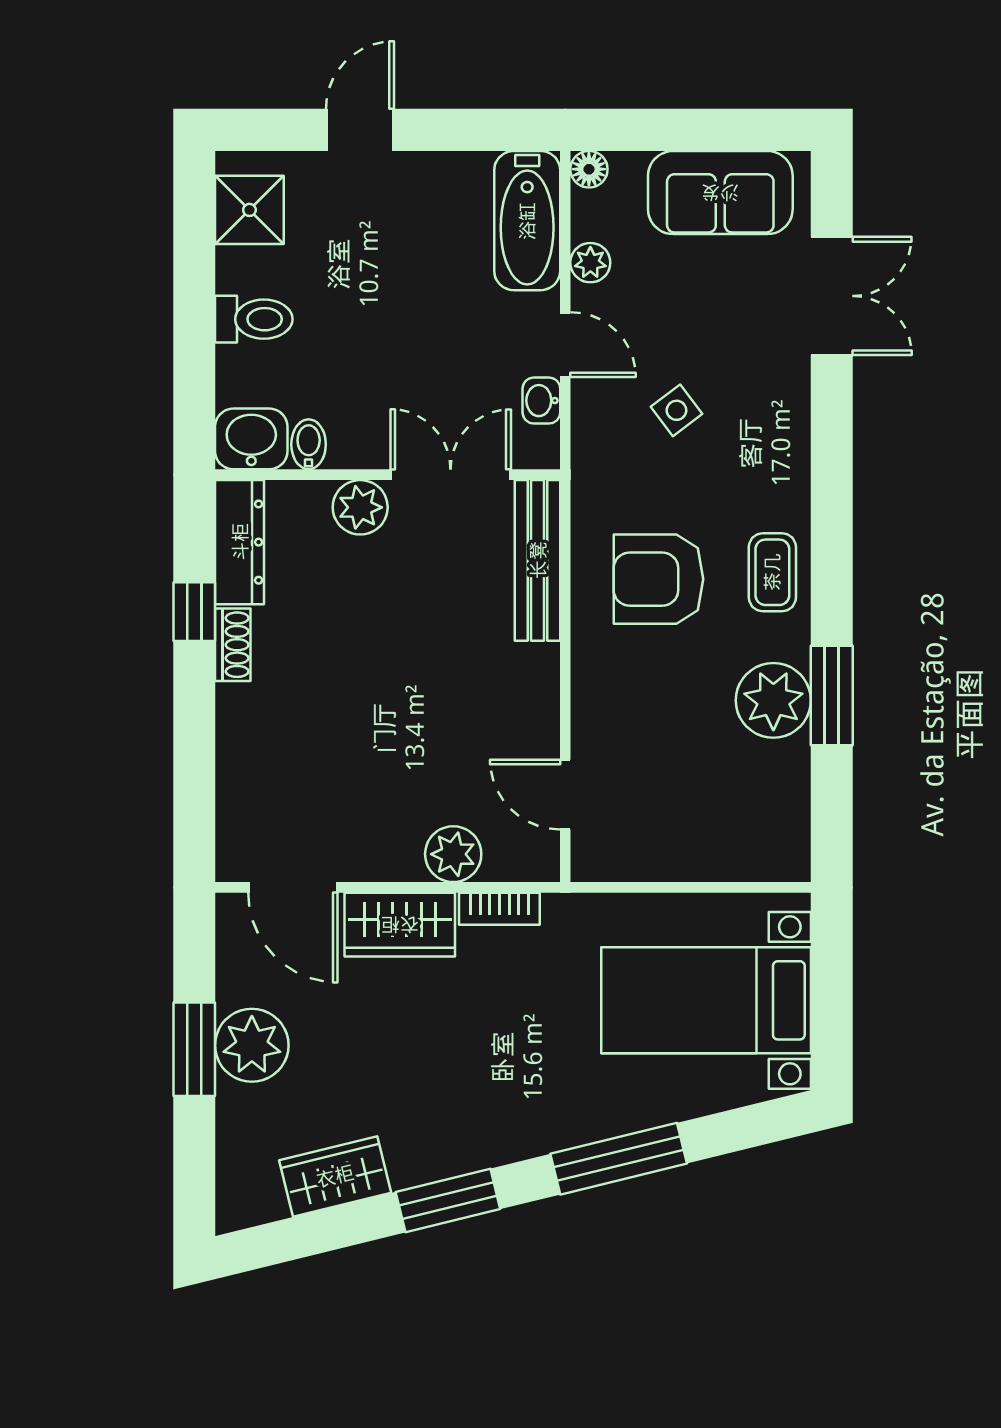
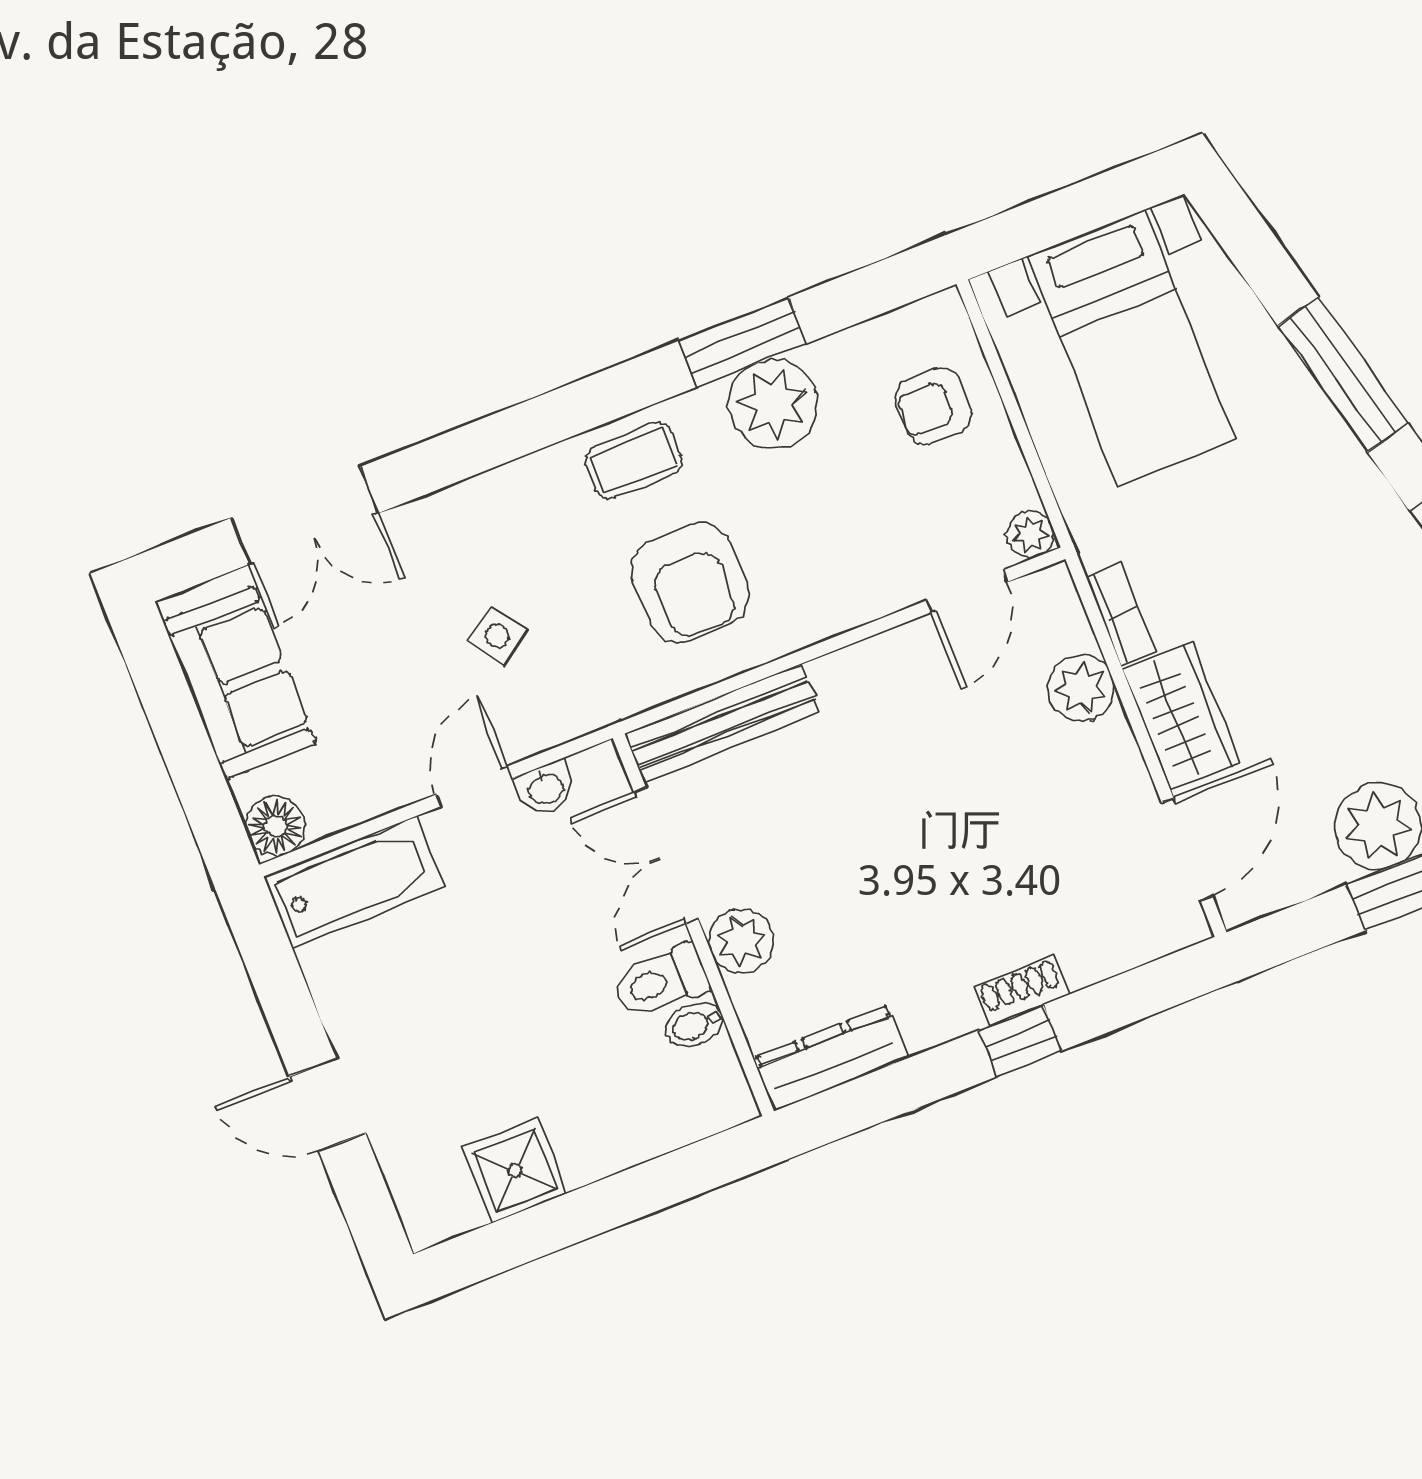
floor lamp: (589, 169) -> (276, 826), width x1.37, depth x1.37
shower: (249, 210) -> (515, 1171), moved
plant: (590, 263) -> (1030, 534), moved
double door: (832, 296) -> (305, 516), swing flipped
toilet: (254, 319) -> (660, 981), moved, turned -90
washbasin: (251, 439) -> (713, 1090), removed
window: (194, 612) -> (1020, 1040), moved
shoe rack: (233, 645) -> (1022, 991), moved
armchair: (722, 826) -> (933, 406), added

